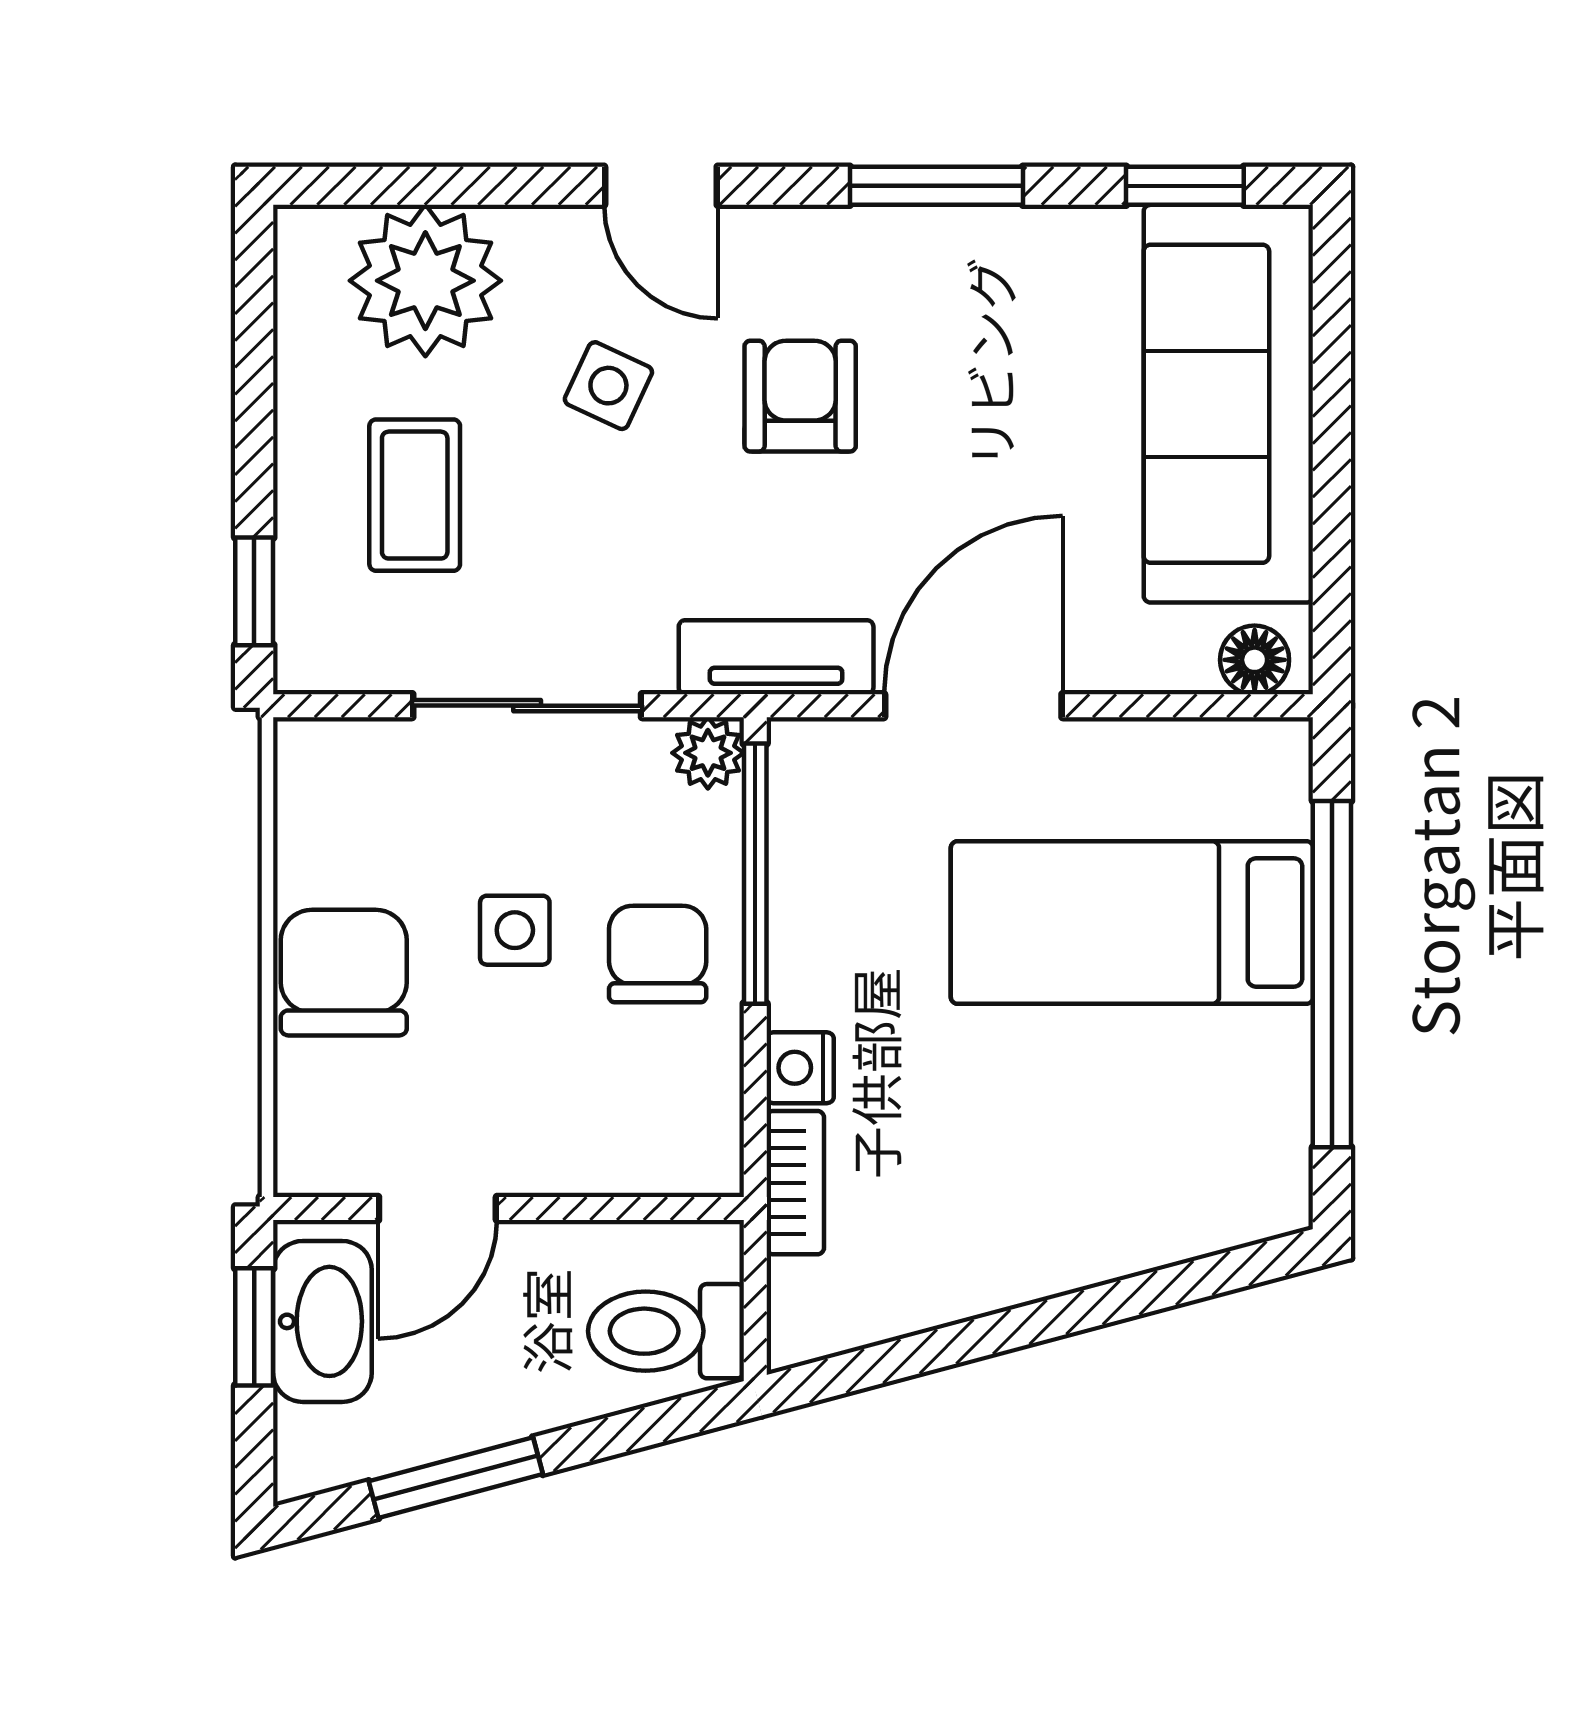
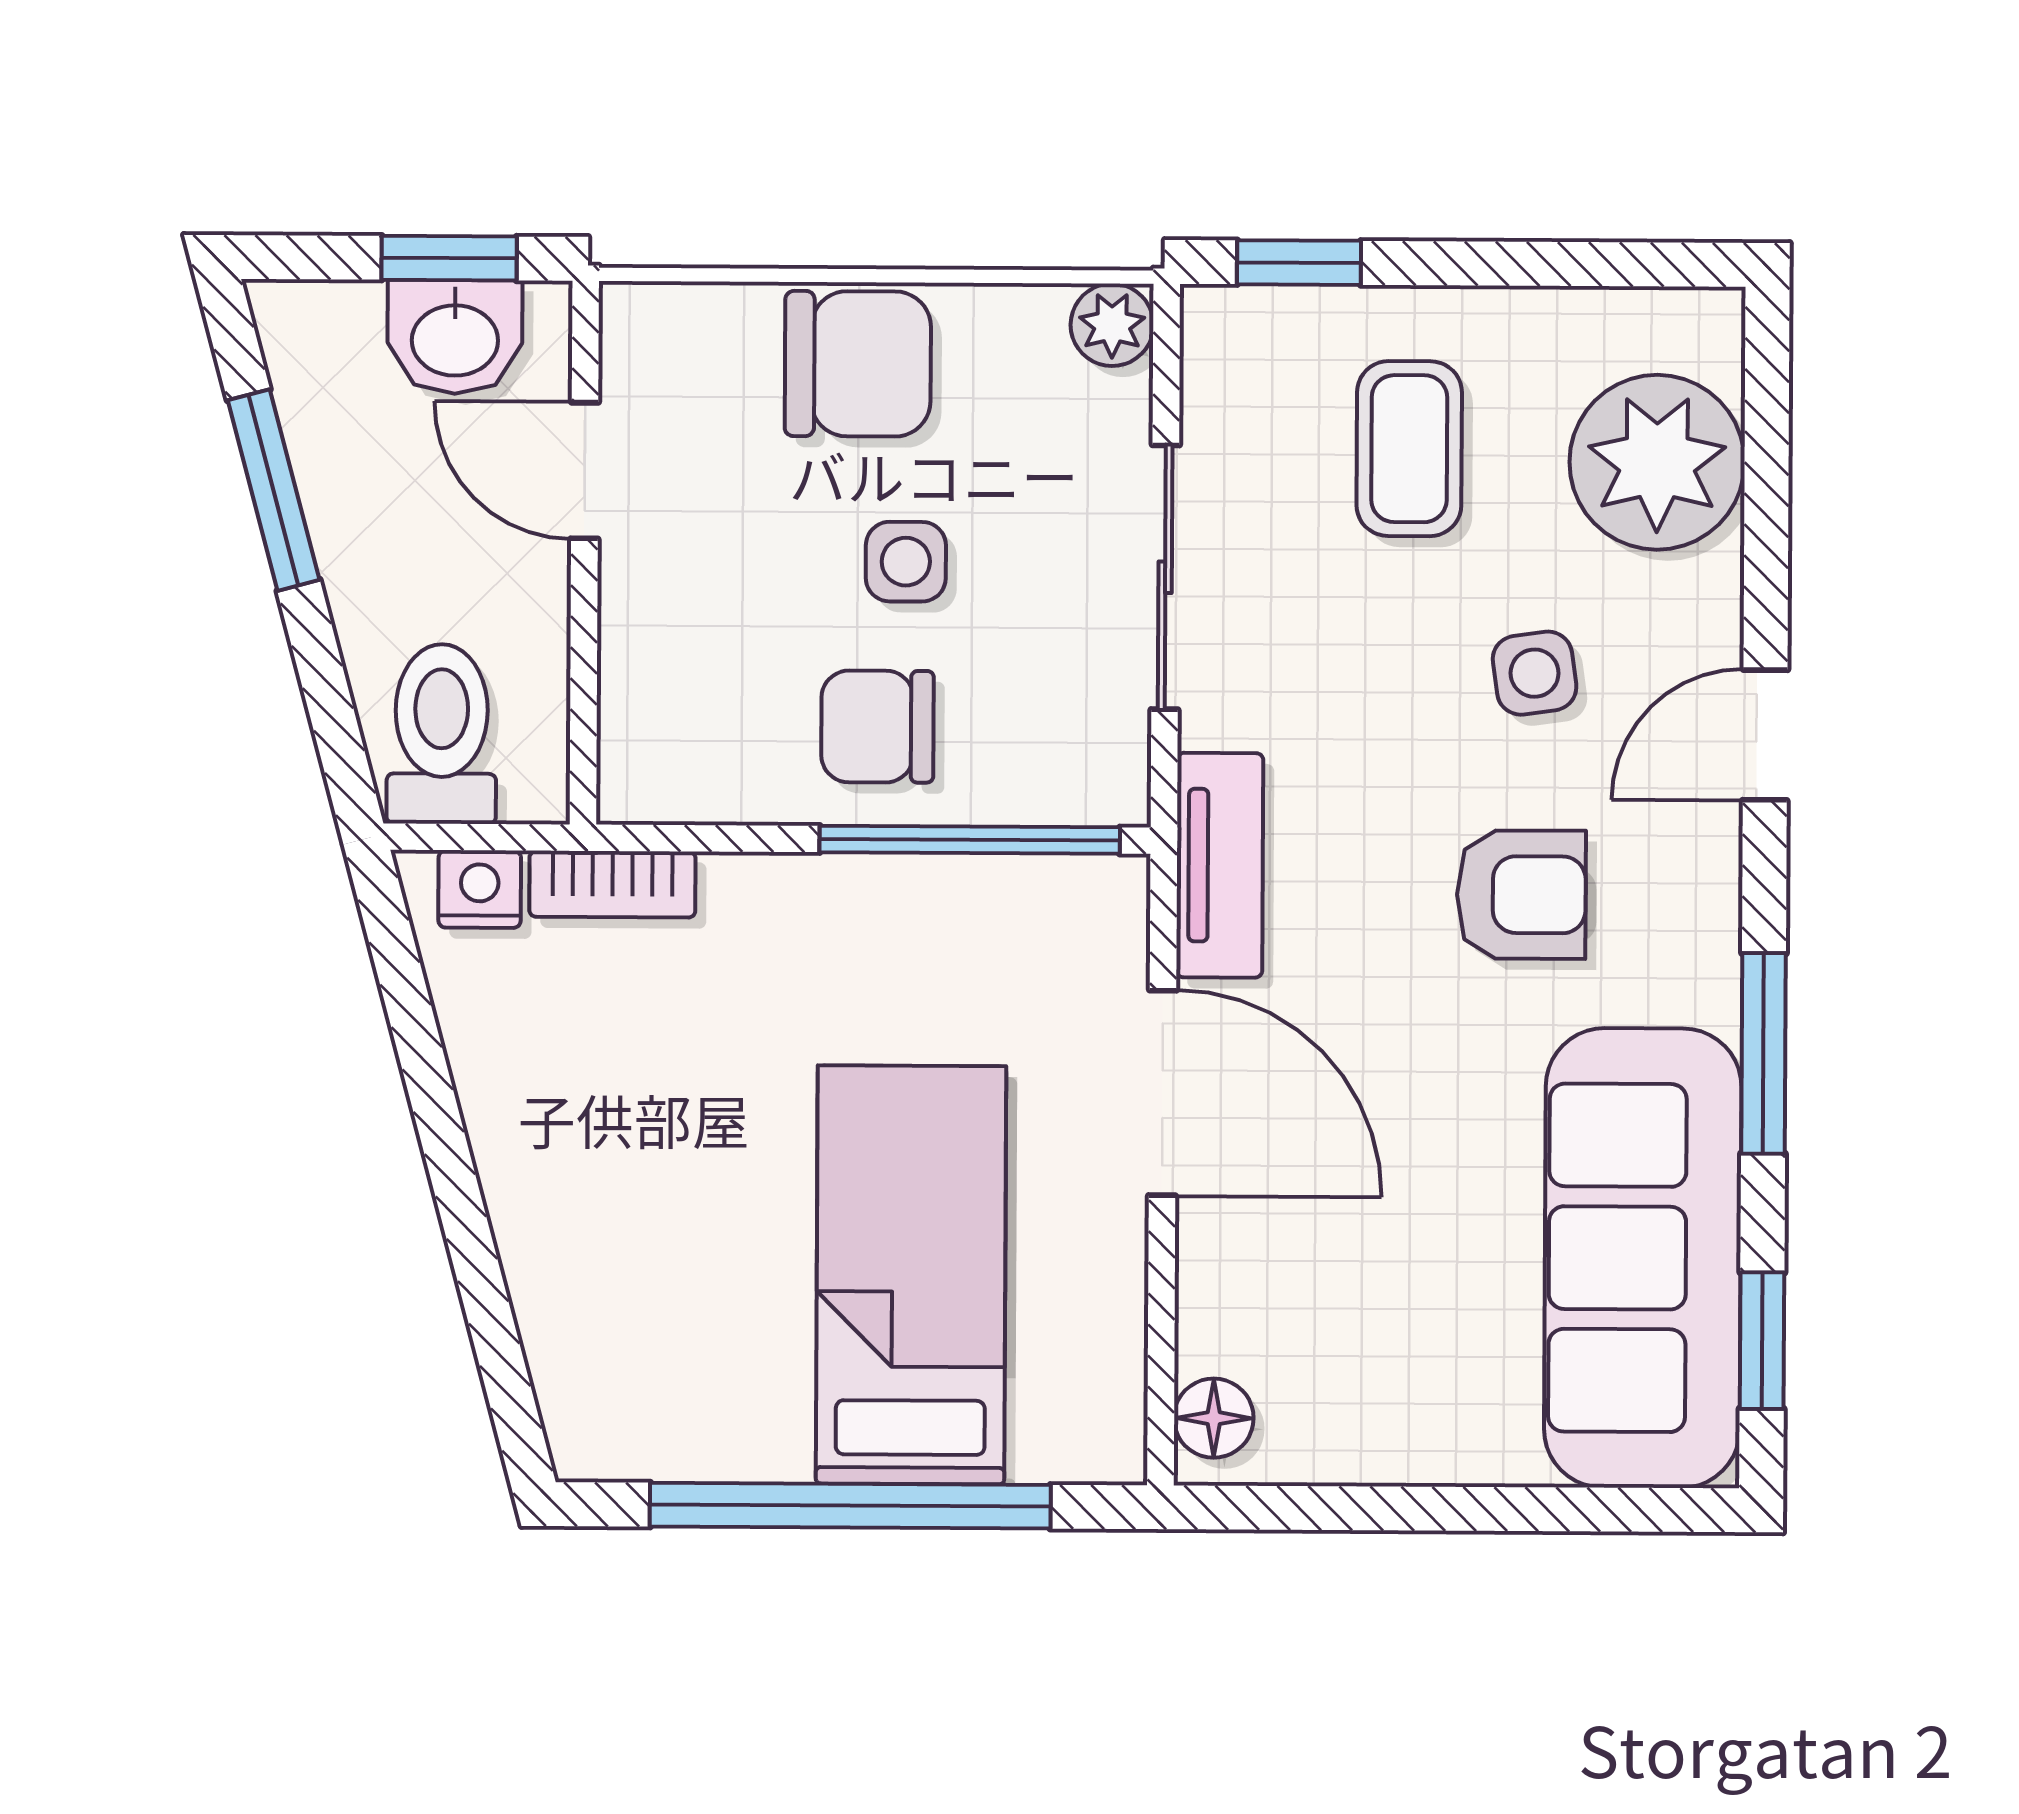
side table: (608, 386) -> (1535, 673), turned -33
sofa: (1228, 404) -> (1643, 1258), moved, turned -90
coffee table: (415, 495) -> (1409, 449), turned 90
plant: (708, 753) -> (1112, 325), moved
chair: (658, 954) -> (877, 727), turned 180
nightstand: (800, 1068) -> (480, 889), moved
washbasin: (322, 1321) -> (455, 337), width x0.72

